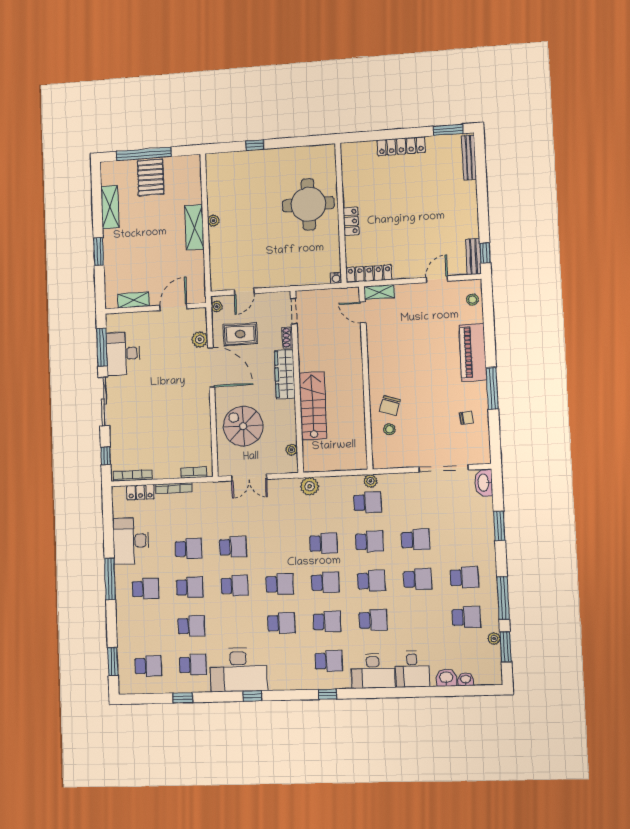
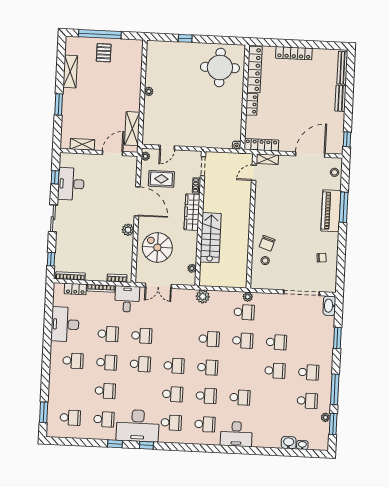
window: (448, 130) -> (329, 45), removed
locker: (350, 174) -> (254, 69), added
pallet: (151, 177) -> (104, 53), width x0.67, depth x0.71
round table: (308, 204) -> (220, 67), moved
shelving: (194, 227) -> (132, 129), moved
bench: (473, 257) -> (340, 98), moved
door: (437, 279) -> (310, 155), width x1.88
door: (363, 312) -> (254, 173), hinge flipped
plant: (200, 339) -> (128, 230), moved
window: (102, 347) -> (55, 177), width x0.46
window: (492, 388) -> (344, 207), moved
sliding door: (104, 401) -> (53, 218), width x0.73
window: (110, 579) -> (47, 351), removed
school desk: (371, 581) -> (171, 423), moved
desk: (412, 669) -> (127, 299), moved, turned 180
window: (328, 694) -> (202, 448), removed
window: (183, 698) -> (115, 444), moved

